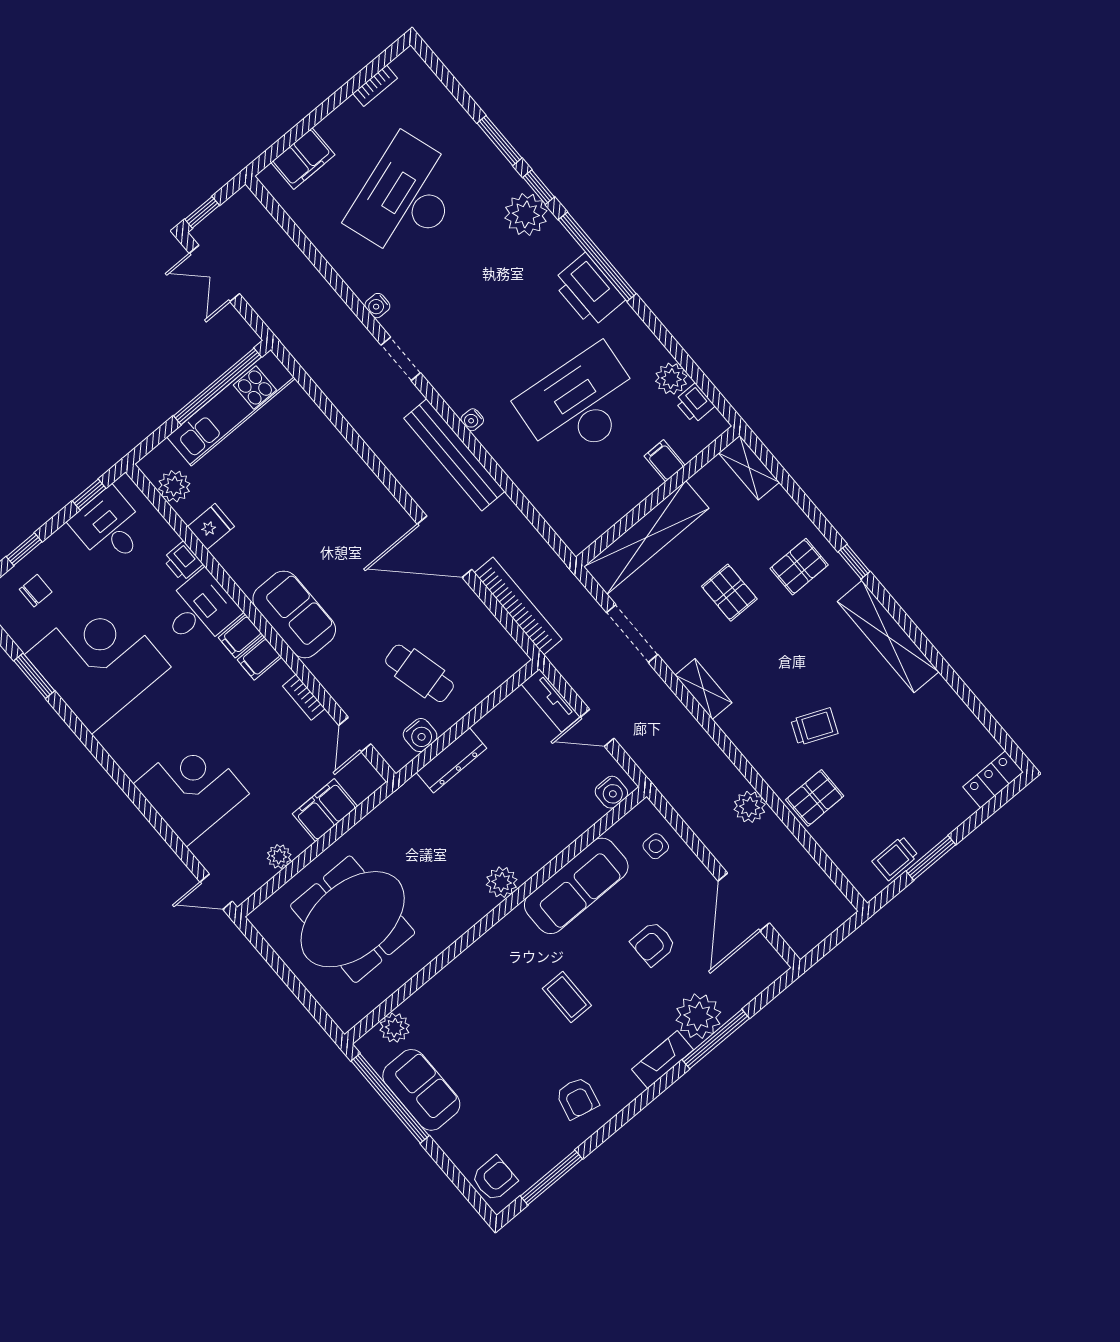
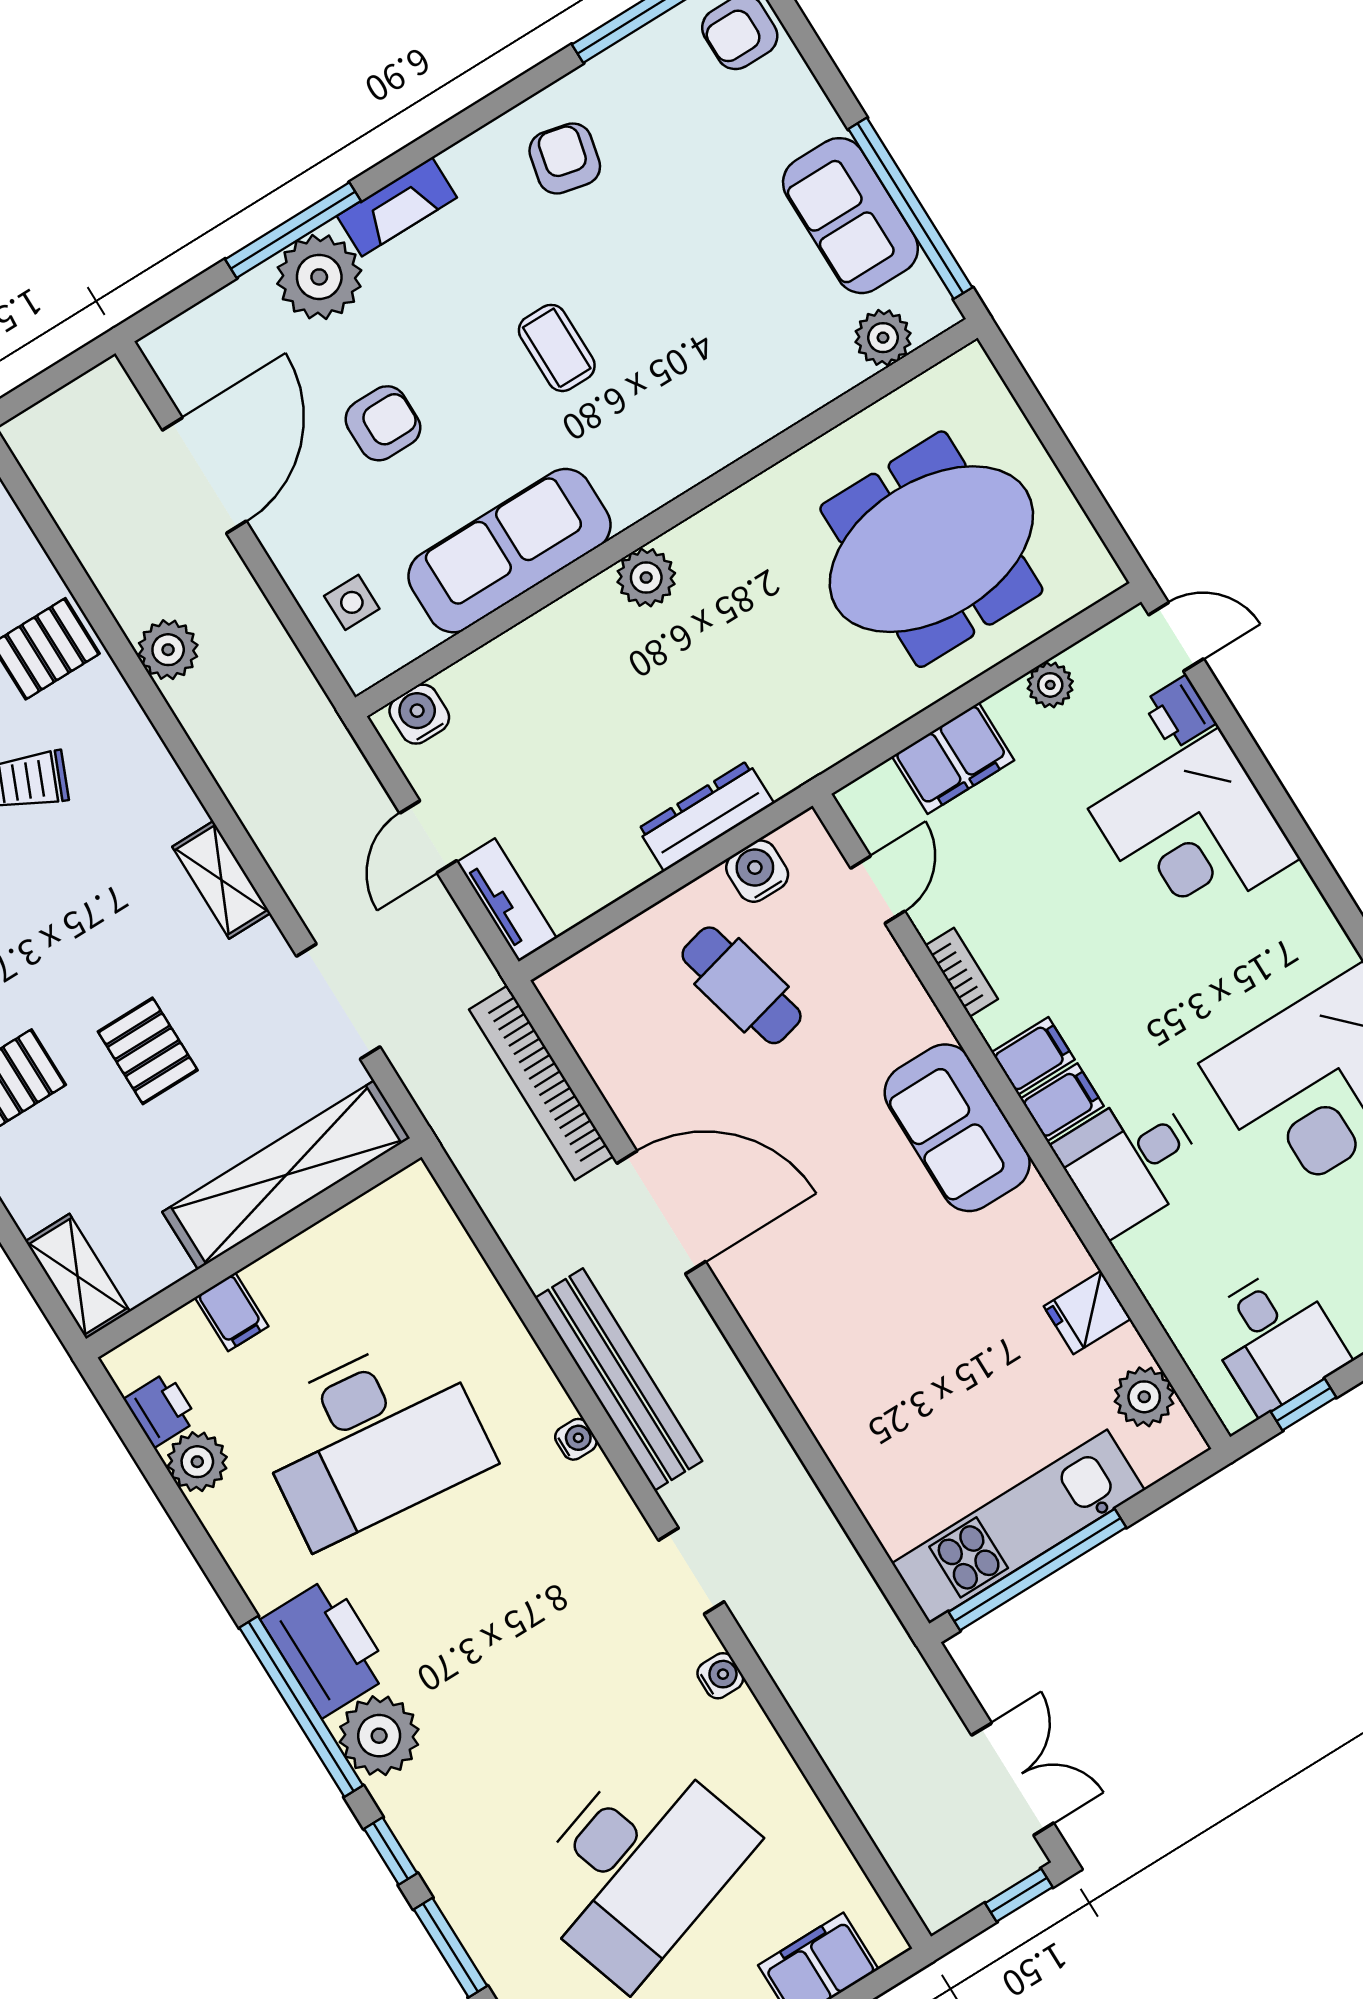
plant: (526, 214) -> (379, 1736), moved
printer: (183, 561) -> (1179, 713), moved, turned 180
door: (597, 728) -> (428, 837), swing flipped

